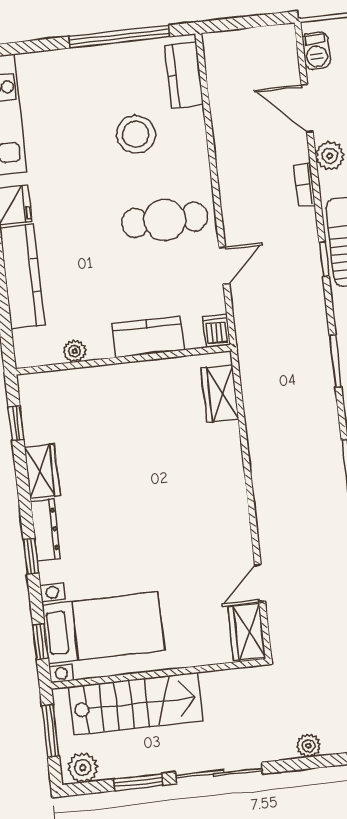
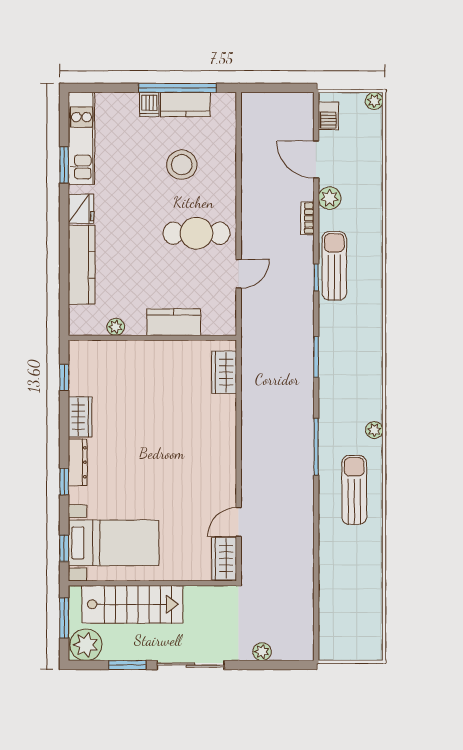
kitchen counter: (184, 75) -> (185, 104), moved, turned -90
dishwasher: (216, 331) -> (149, 104), moved, turned 180
plant: (83, 768) -> (86, 645), width x1.36, depth x1.36

